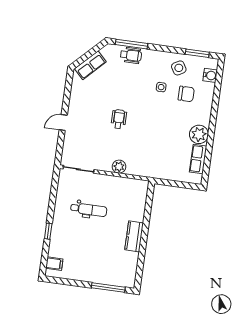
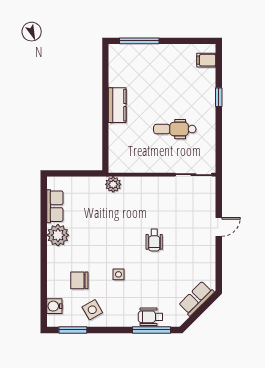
side table: (161, 87) -> (118, 274), moved
plant: (119, 167) -> (113, 184), moved

